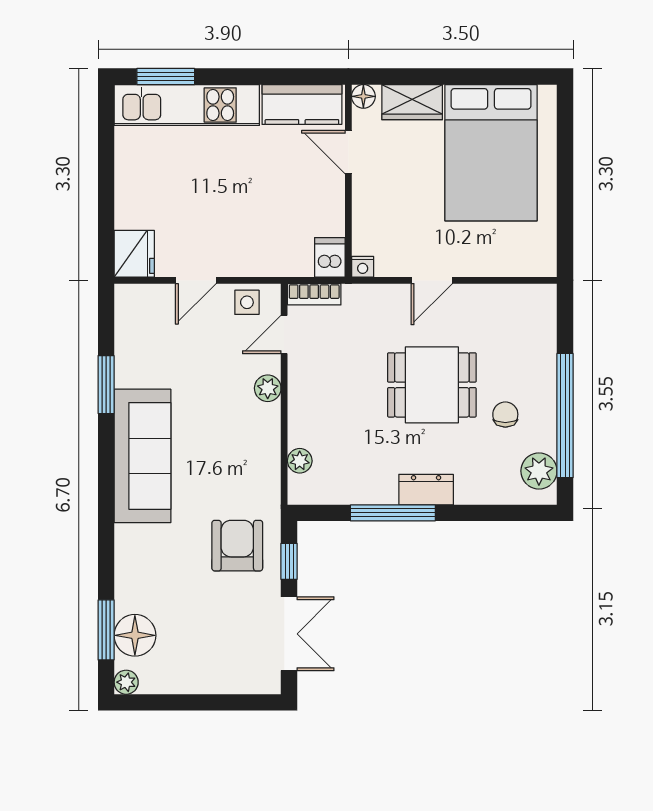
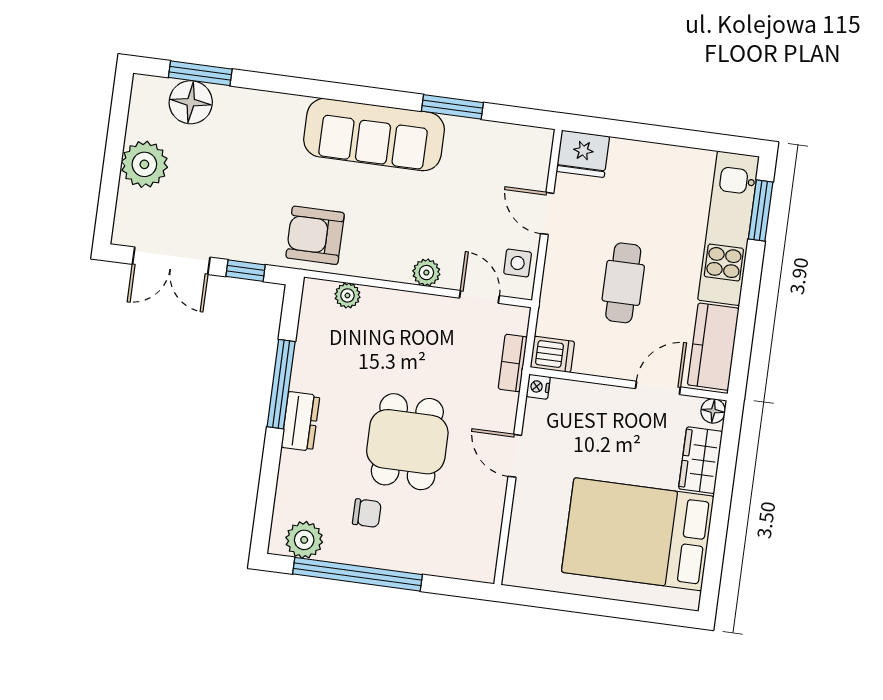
cafe table: (252, 199) -> (623, 283), added
bookcase: (314, 294) -> (513, 363), moved
armchair: (237, 546) -> (315, 235), moved, turned 180
plant: (126, 682) -> (144, 164), moved, width x1.88, depth x1.88

